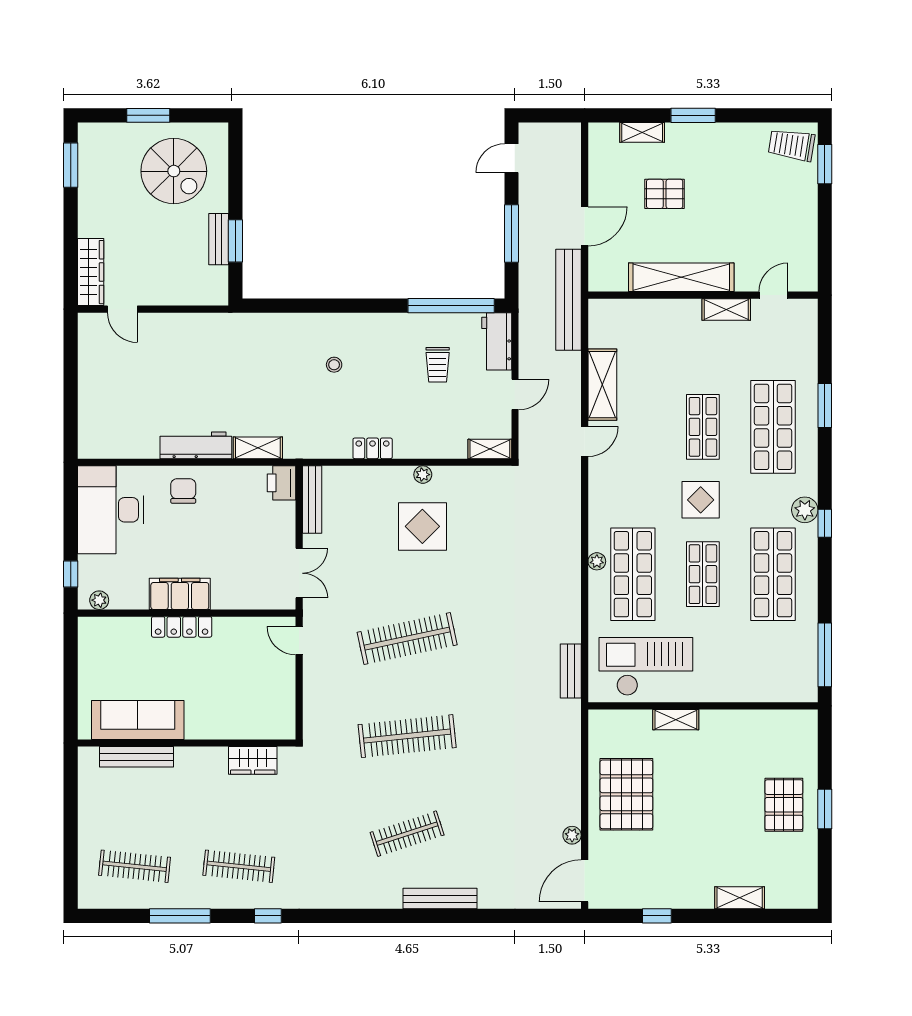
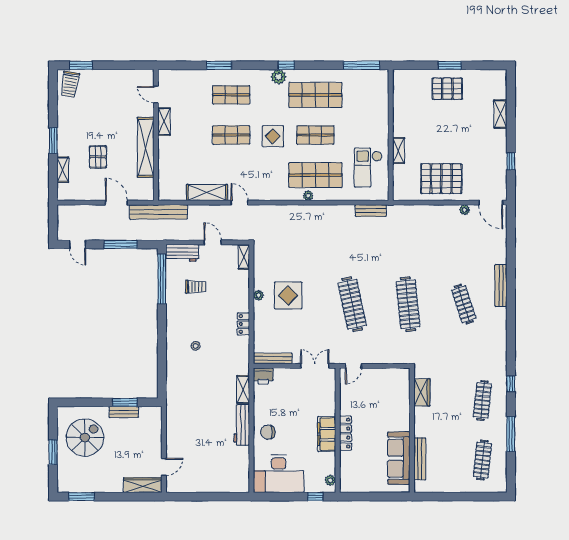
shop shelf: (773, 427) -> (231, 95), width x0.70, depth x0.74
checkout: (646, 666) -> (368, 168), width x0.73, depth x0.83

